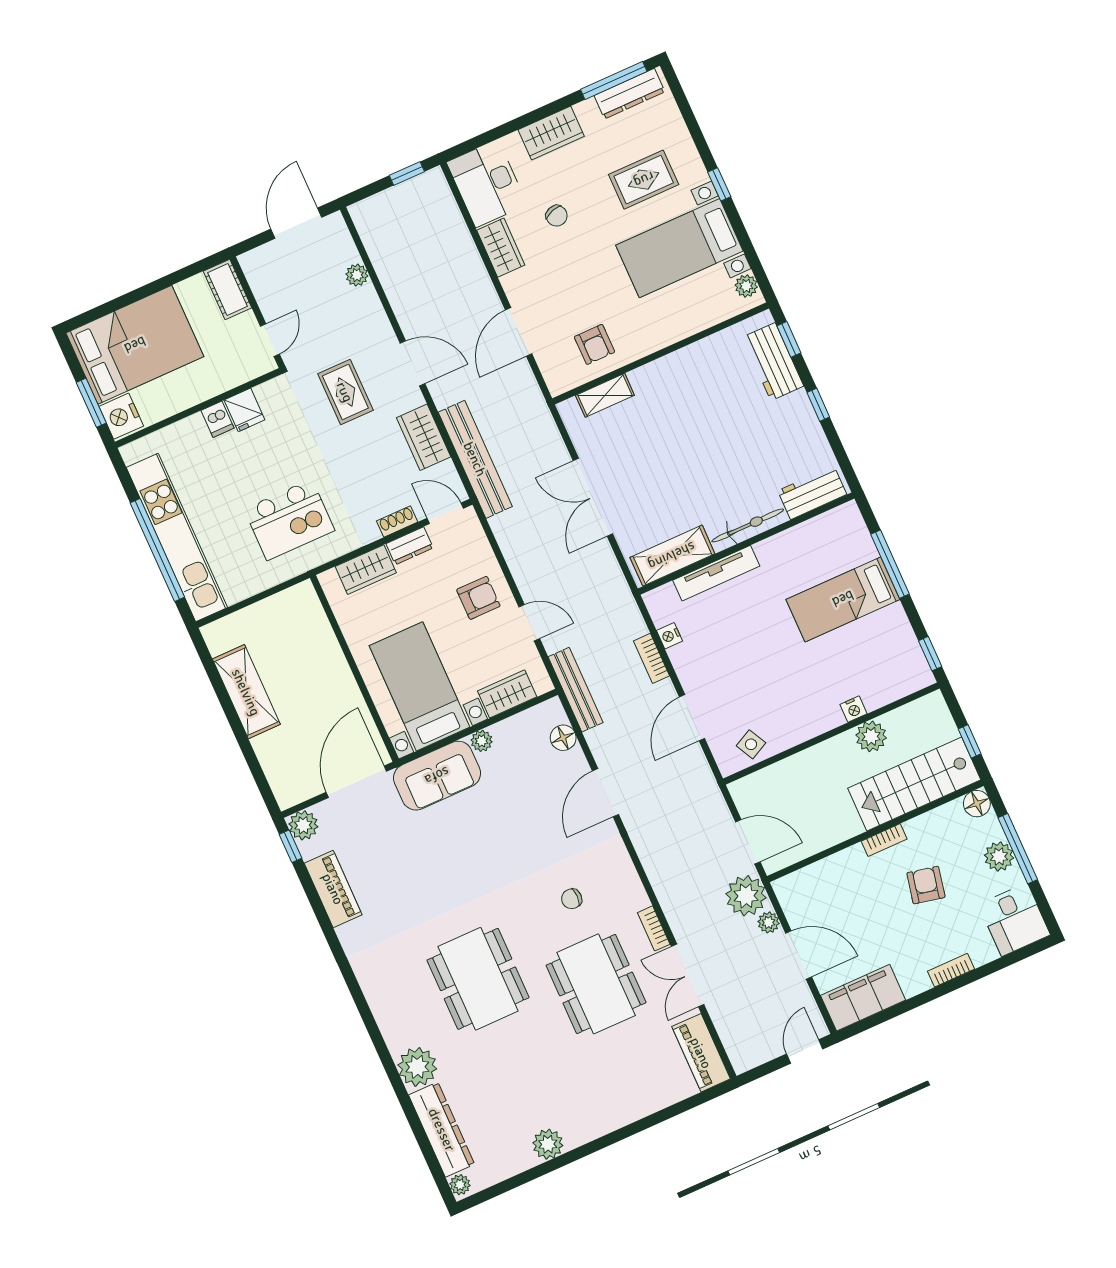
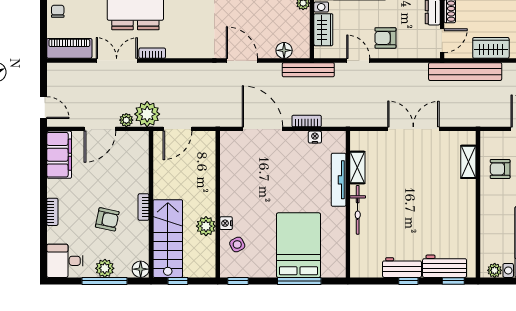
workbench: (812, 493) -> (402, 268), moved, turned -90
shelving: (672, 556) -> (357, 168), width x0.67, depth x0.75
armchair: (478, 598) -> (385, 38), turned 90
bed: (843, 599) -> (298, 245), width x1.50
door: (529, 623) -> (358, 60), swing flipped
door: (692, 718) -> (262, 129), width x1.36
side table: (751, 744) -> (237, 244), moved
chair: (572, 899) -> (58, 11), moved

